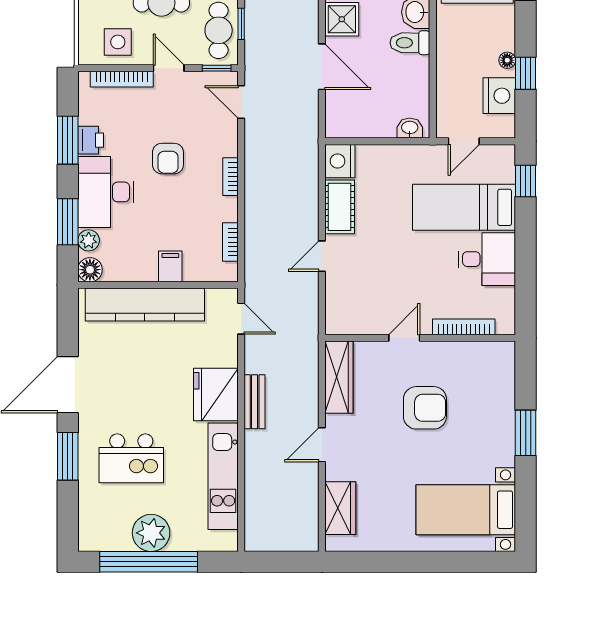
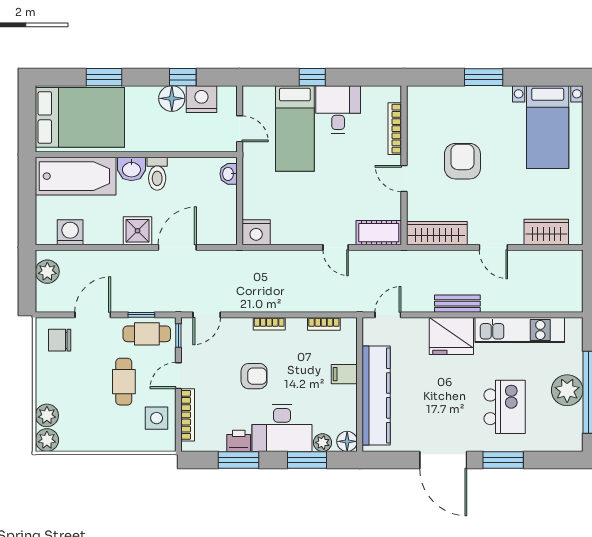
floor lamp: (507, 60) -> (172, 98), width x1.89, depth x1.89
window: (526, 181) -> (312, 77), moved
cot: (340, 207) -> (379, 233), moved

